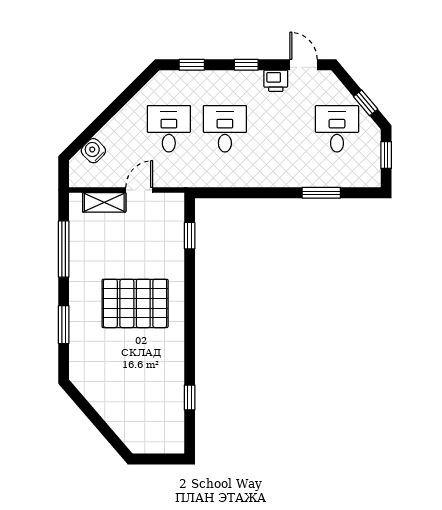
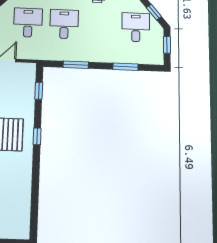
window: (245, 193) -> (76, 65), added
window: (190, 398) -> (37, 136), moved

